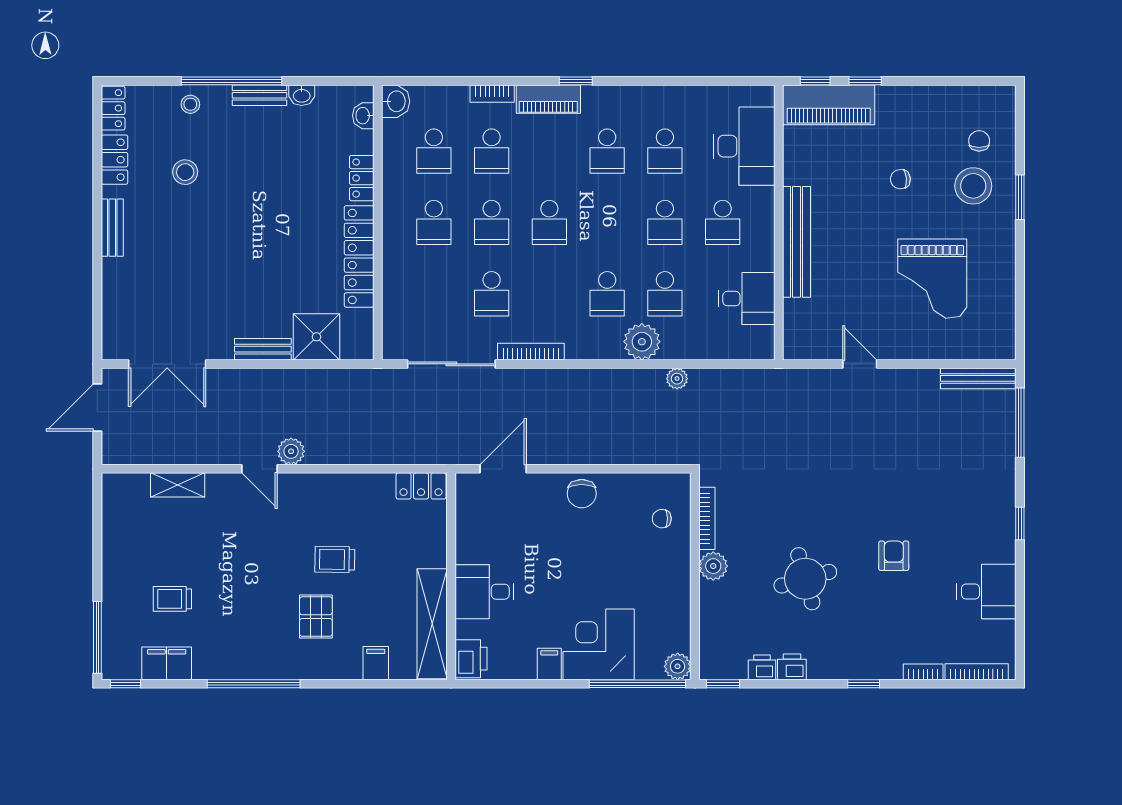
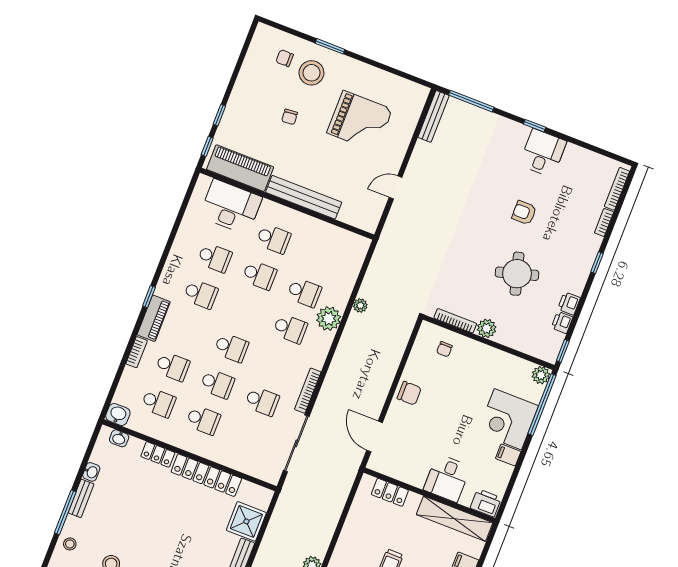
window: (232, 81) -> (65, 512), width x0.68
piano: (829, 105) -> (240, 168), moved, turned -90
desk: (747, 299) -> (327, 242), removed
locker: (421, 486) -> (390, 492), moved, turned 90
desk: (986, 591) -> (543, 153), moved

